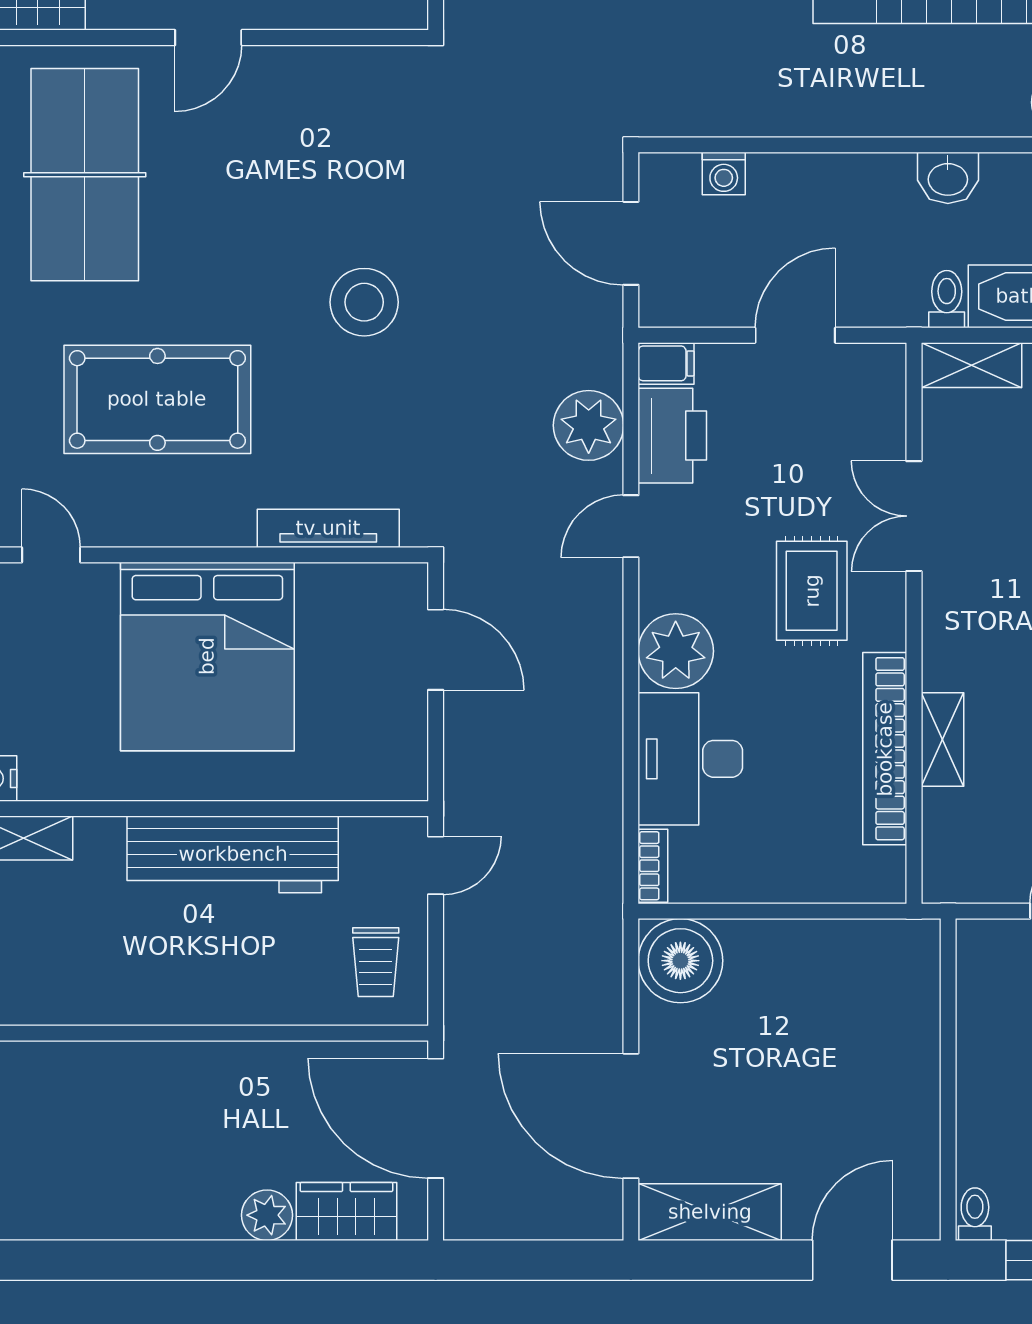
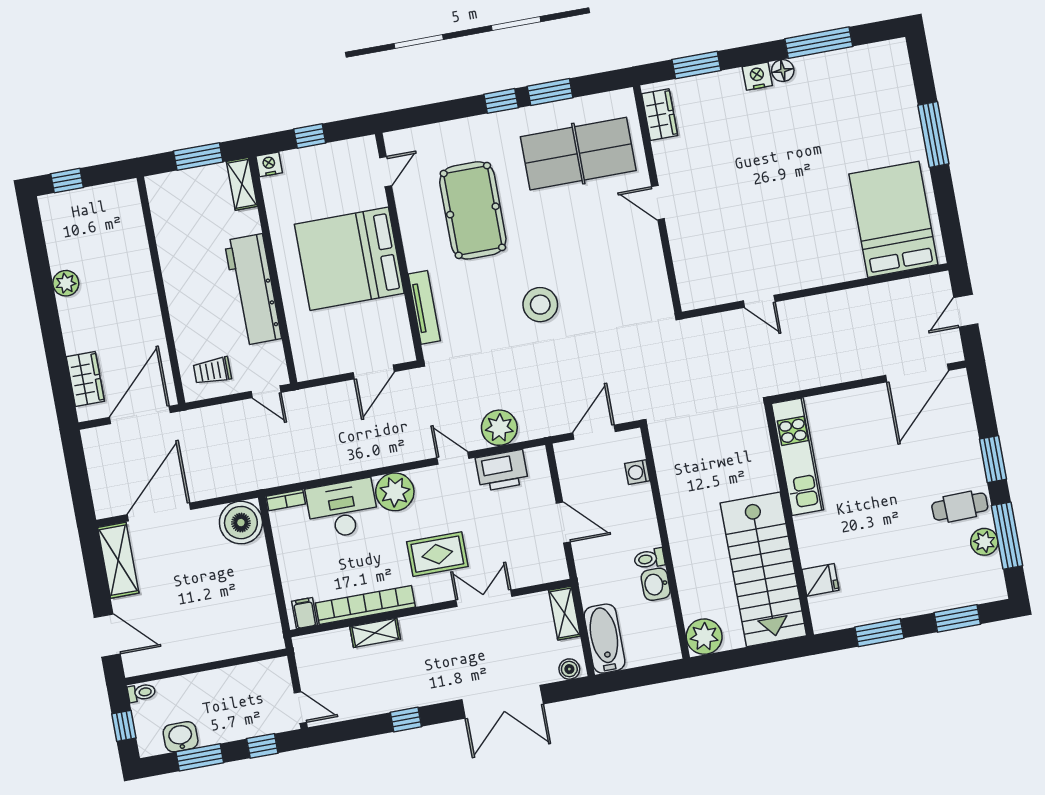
toilet: (947, 299) -> (649, 559), moved, turned 180
filing cabinet: (666, 363) -> (304, 613), moved, turned 180
plant: (267, 1215) -> (66, 283), moved

